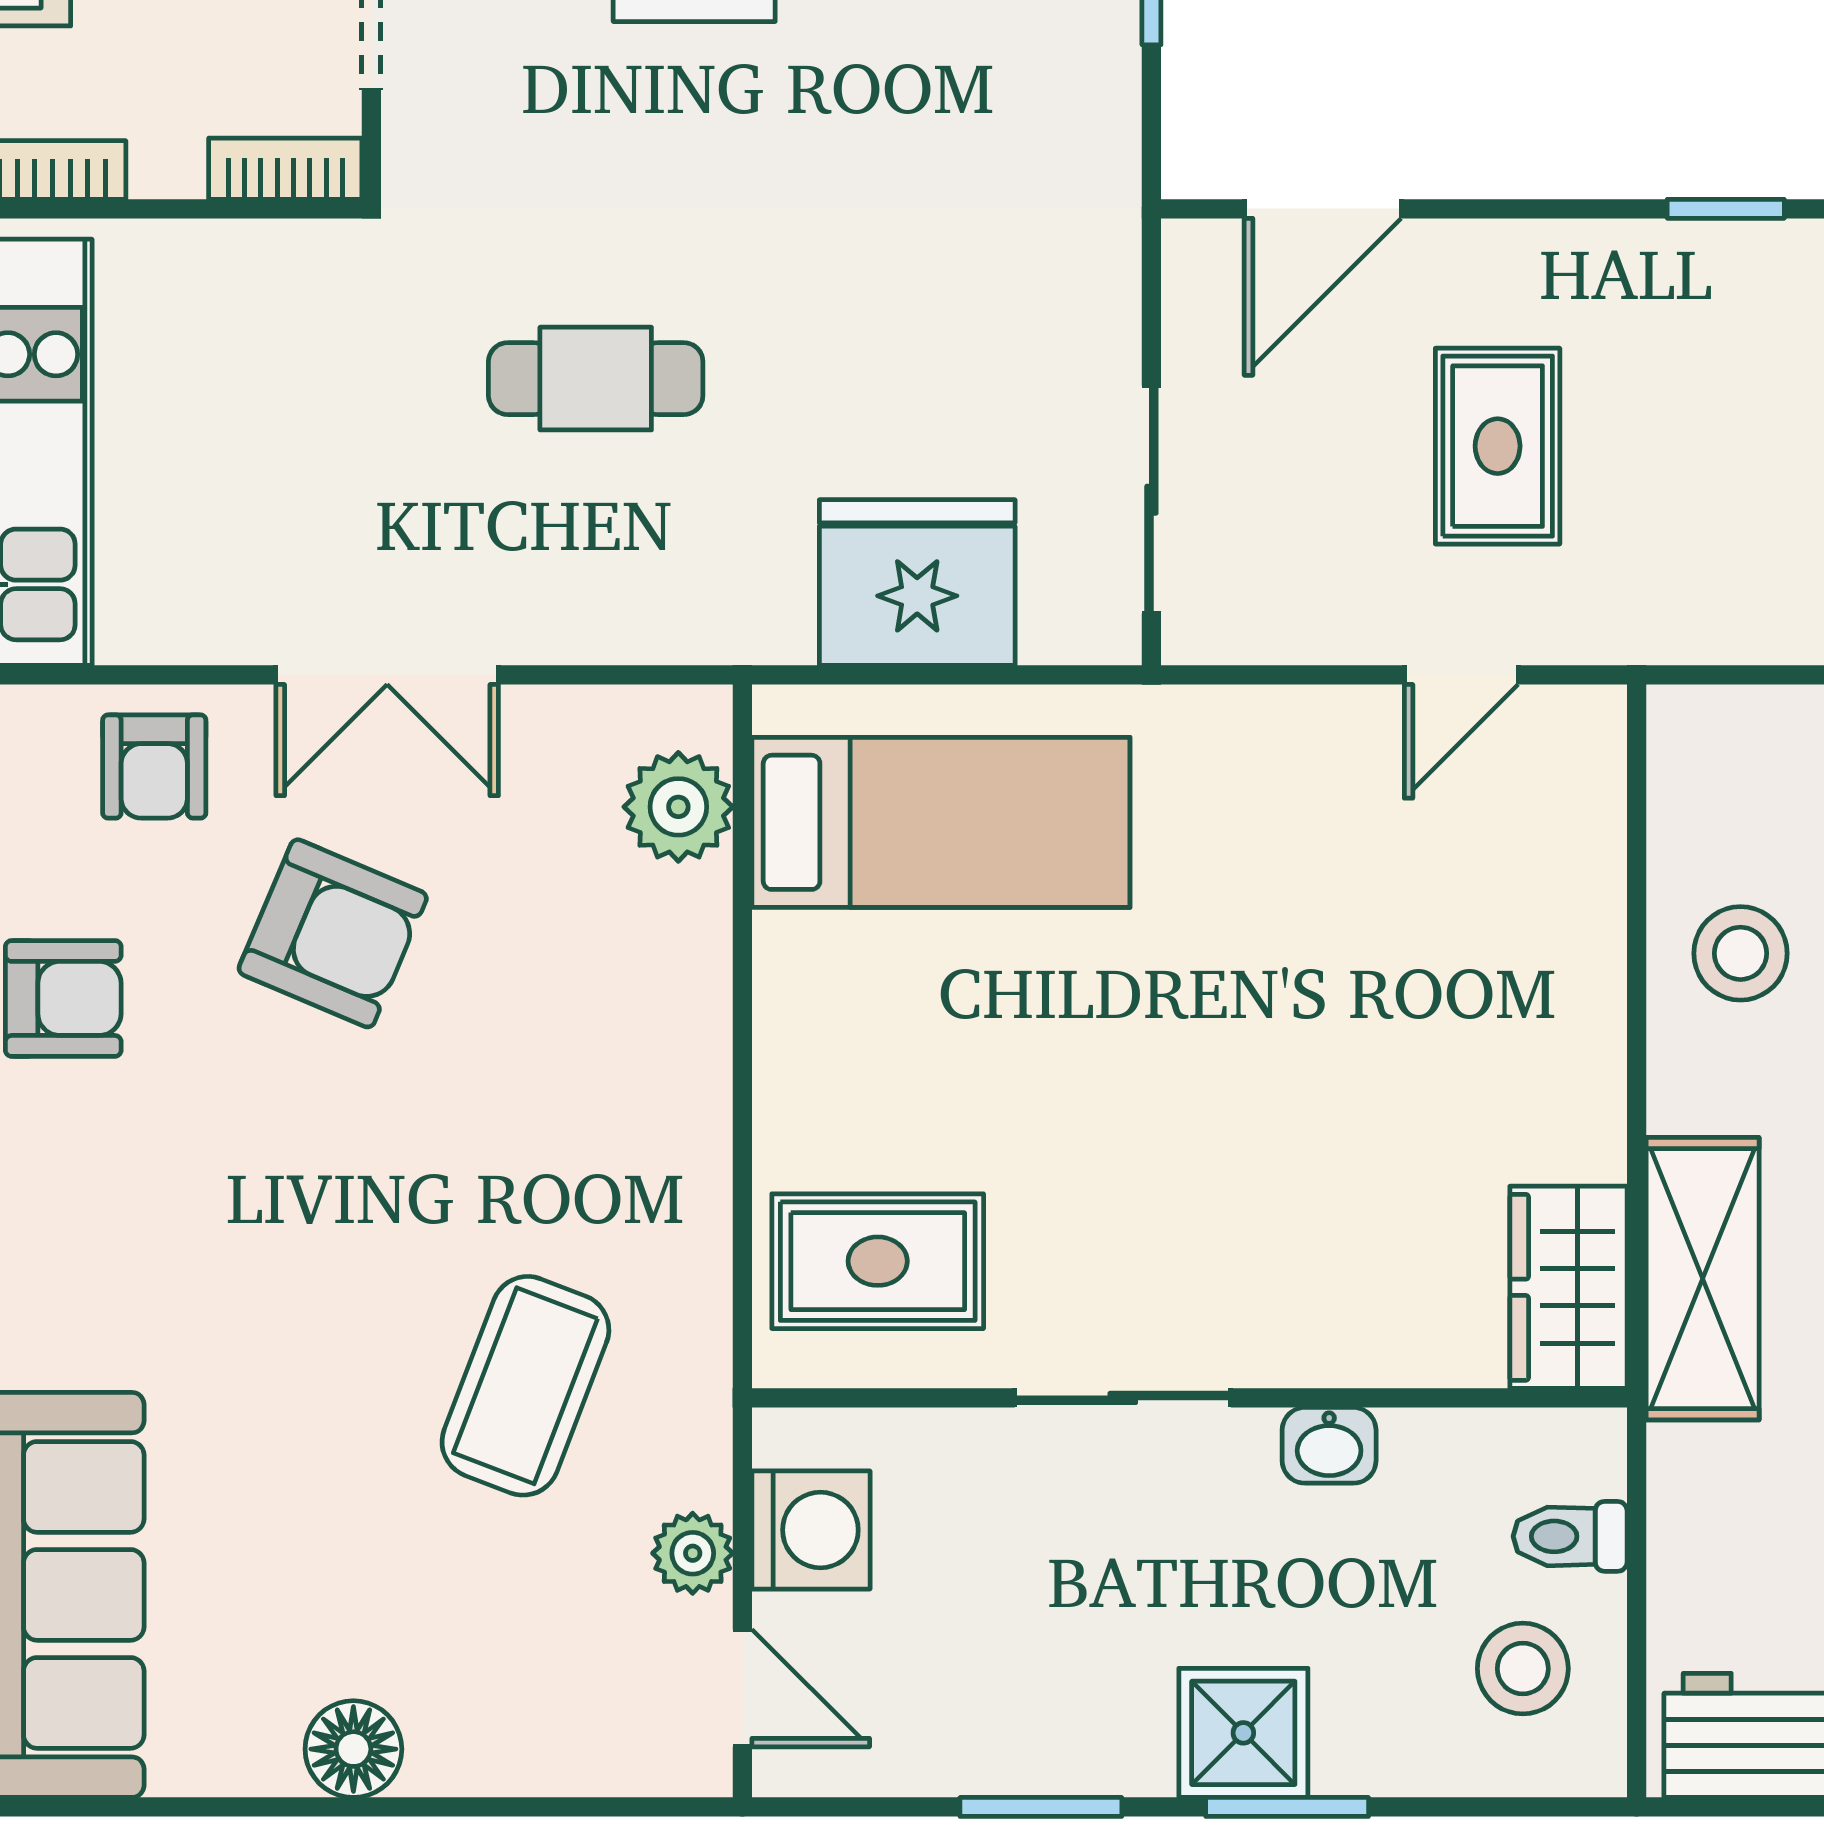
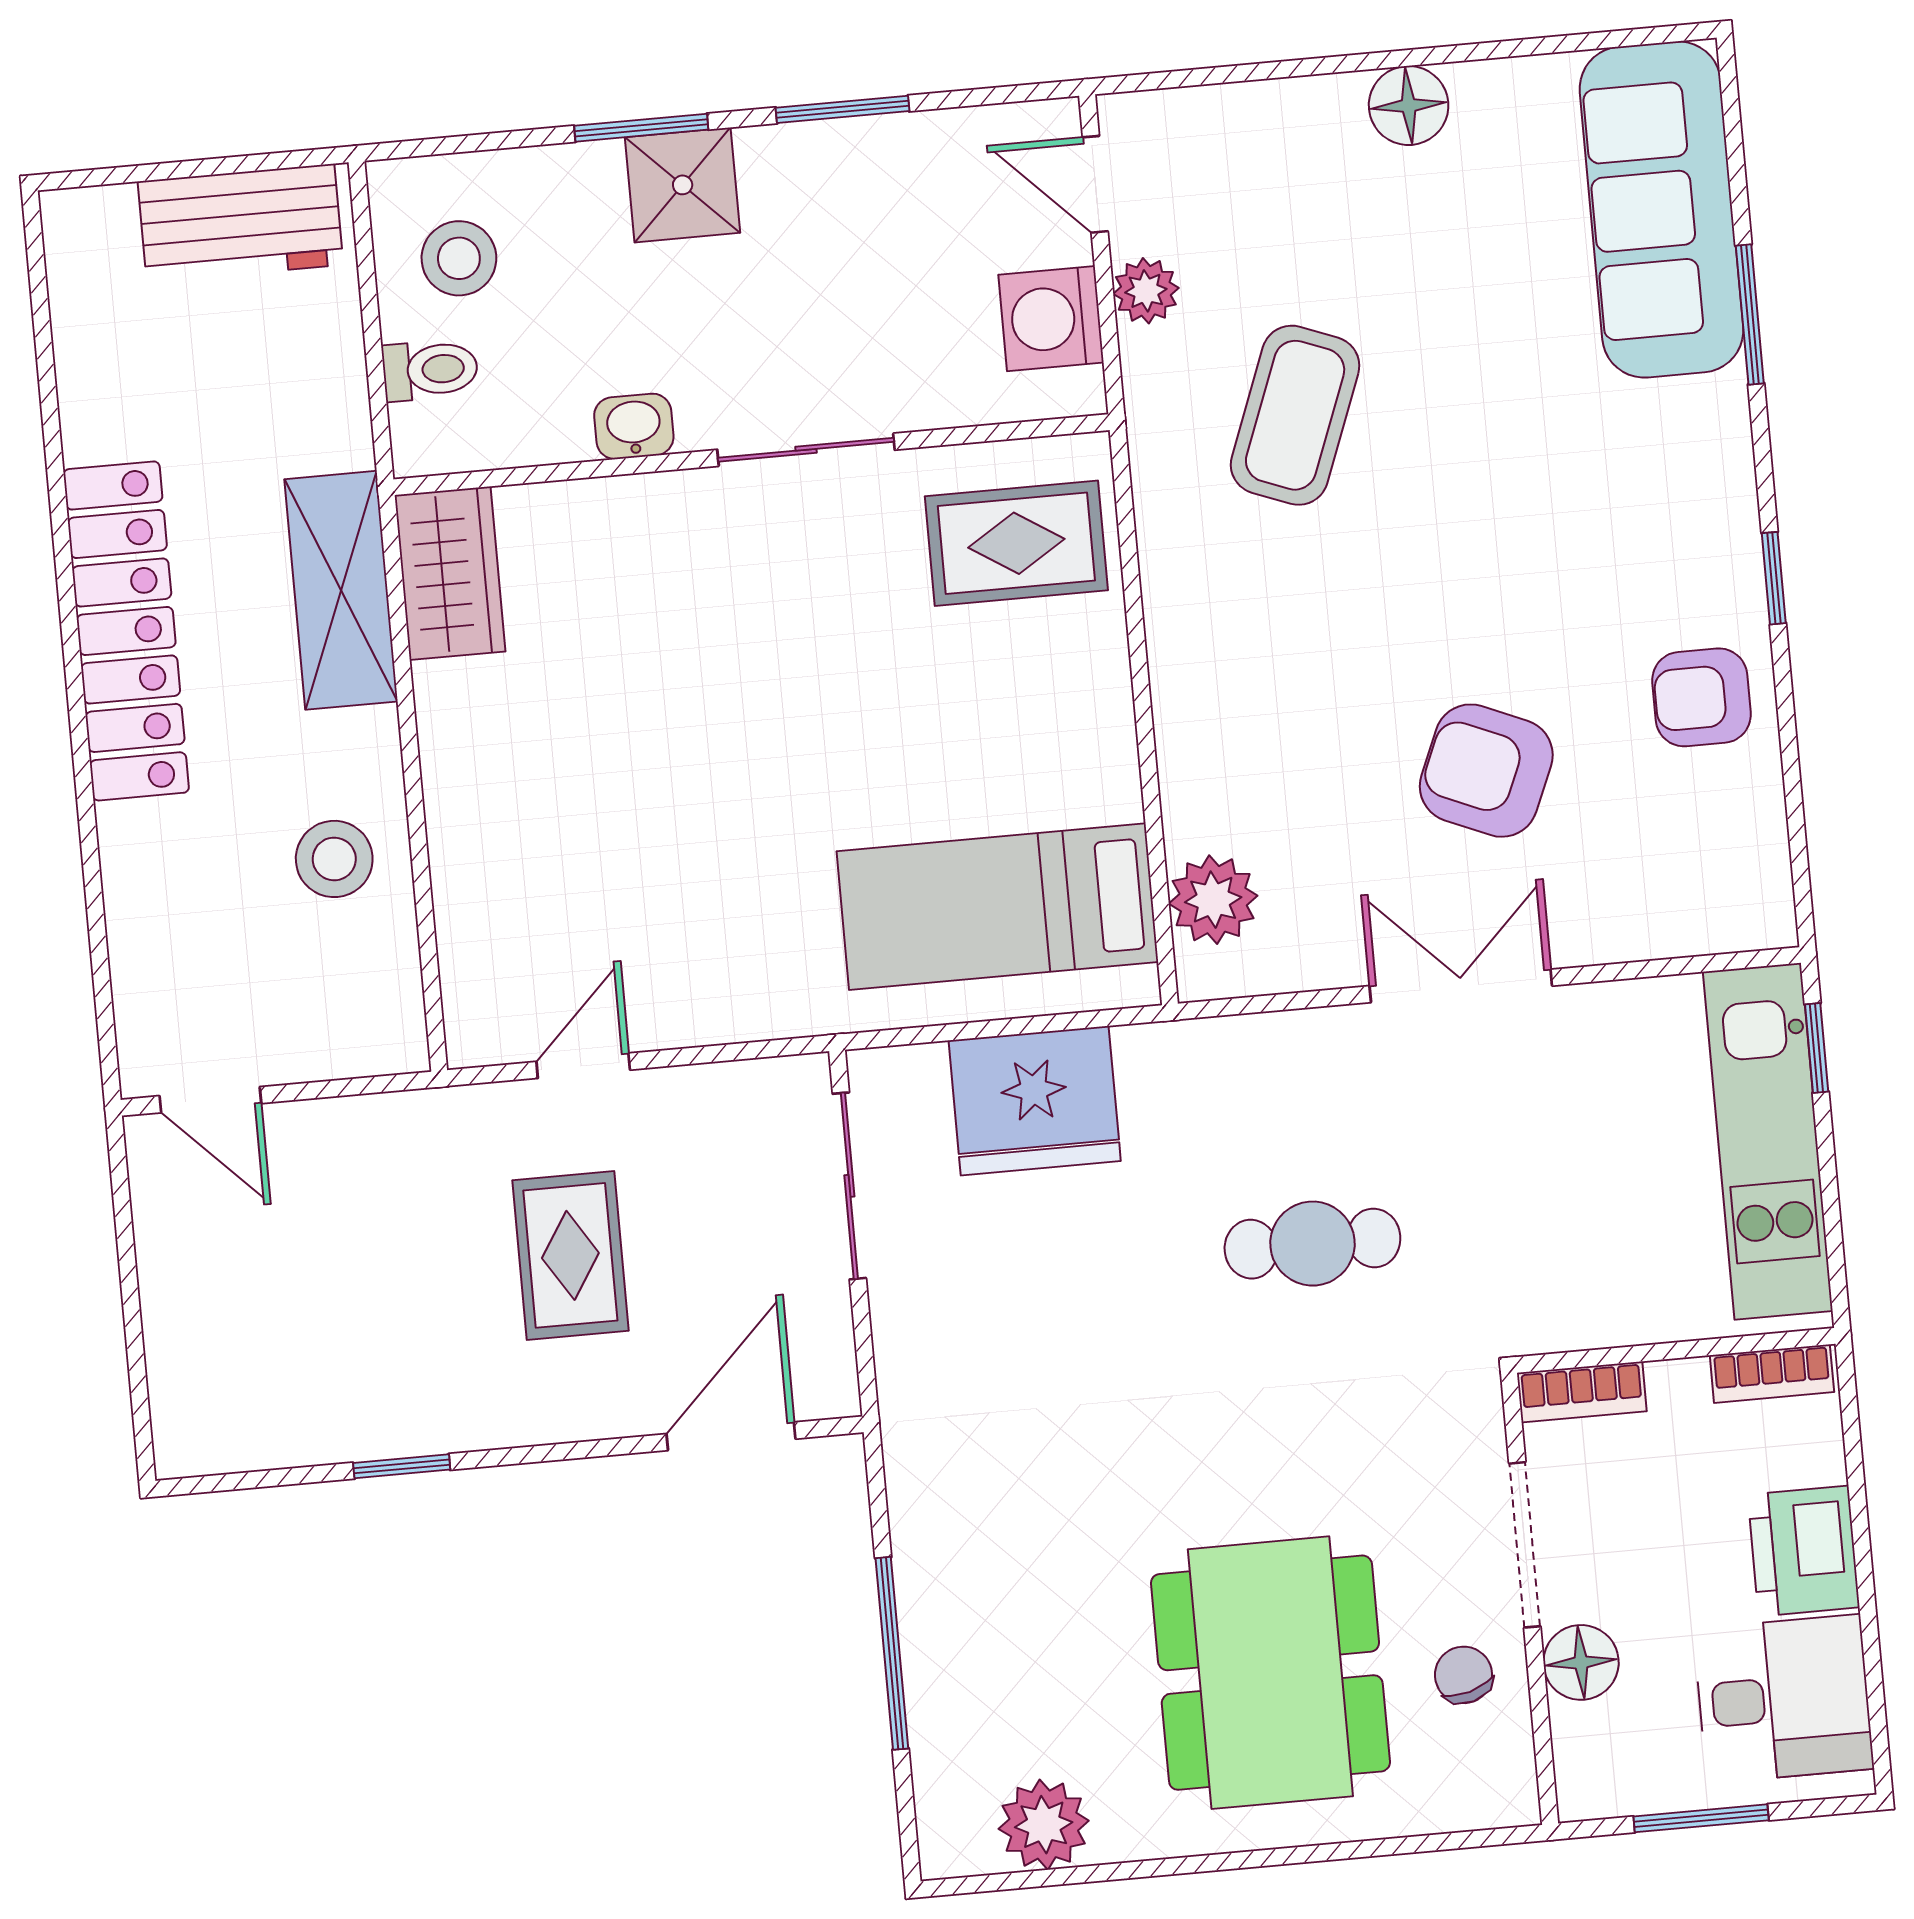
armchair: (154, 766) -> (1644, 894), removed

